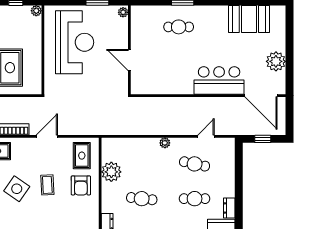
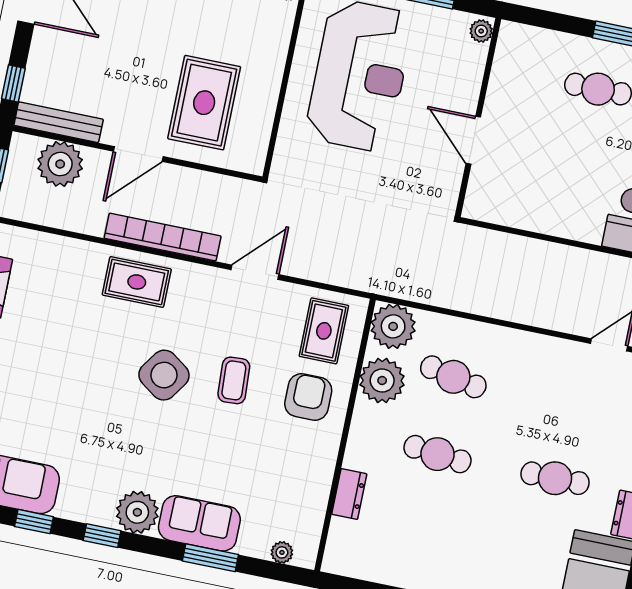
plant: (165, 143) -> (393, 326), moved, width x1.88, depth x1.88
cafe table: (195, 164) -> (453, 377), moved
armchair: (81, 185) -> (308, 397), turned 180

